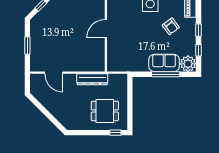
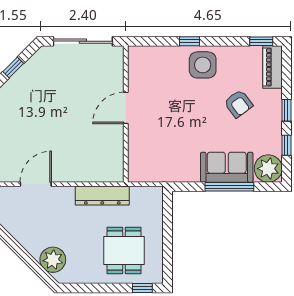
door: (54, 73) -> (36, 184), swing flipped
dining table: (105, 111) -> (124, 250), turned 90
plant: (64, 116) -> (53, 260), added

